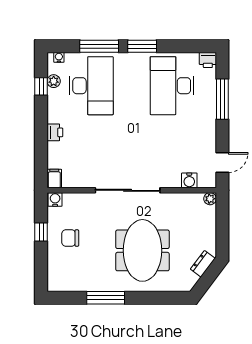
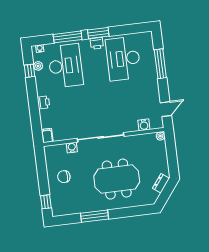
printer: (208, 60) -> (97, 43), moved
water cooler: (55, 199) -> (72, 148), moved
window: (41, 232) -> (46, 202), moved
meeting table: (142, 250) -> (117, 179), turned 90

